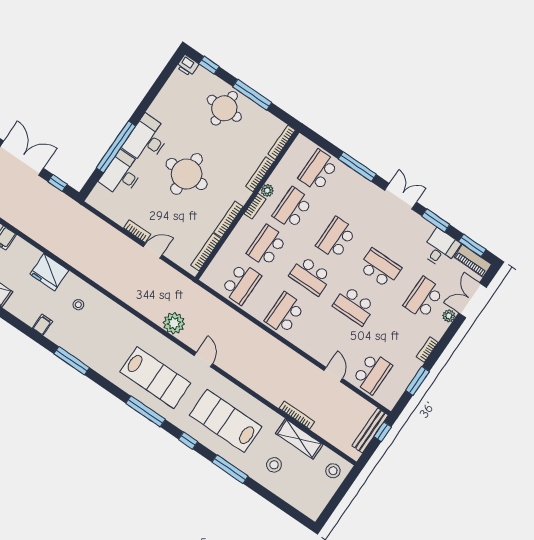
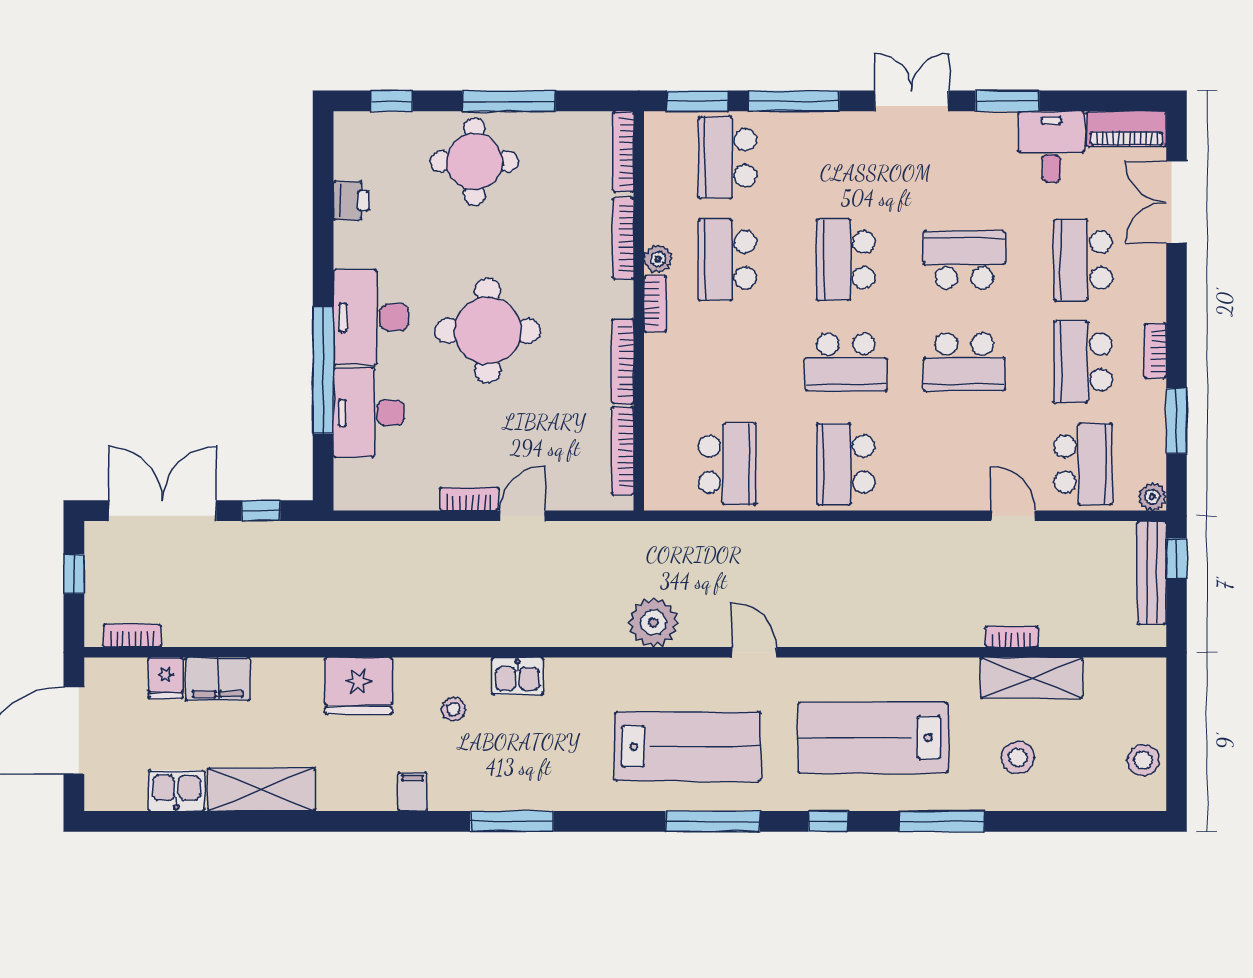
printer: (188, 66) -> (351, 201), moved, turned -90
window: (472, 245) -> (698, 101), moved
school desk: (267, 246) -> (1083, 362), moved
kitchen sink: (110, 309) -> (517, 676), added
plant: (449, 316) -> (1152, 497), moved
bookcase: (297, 415) -> (1012, 637), width x0.64
stool: (333, 471) -> (1143, 760), moved

